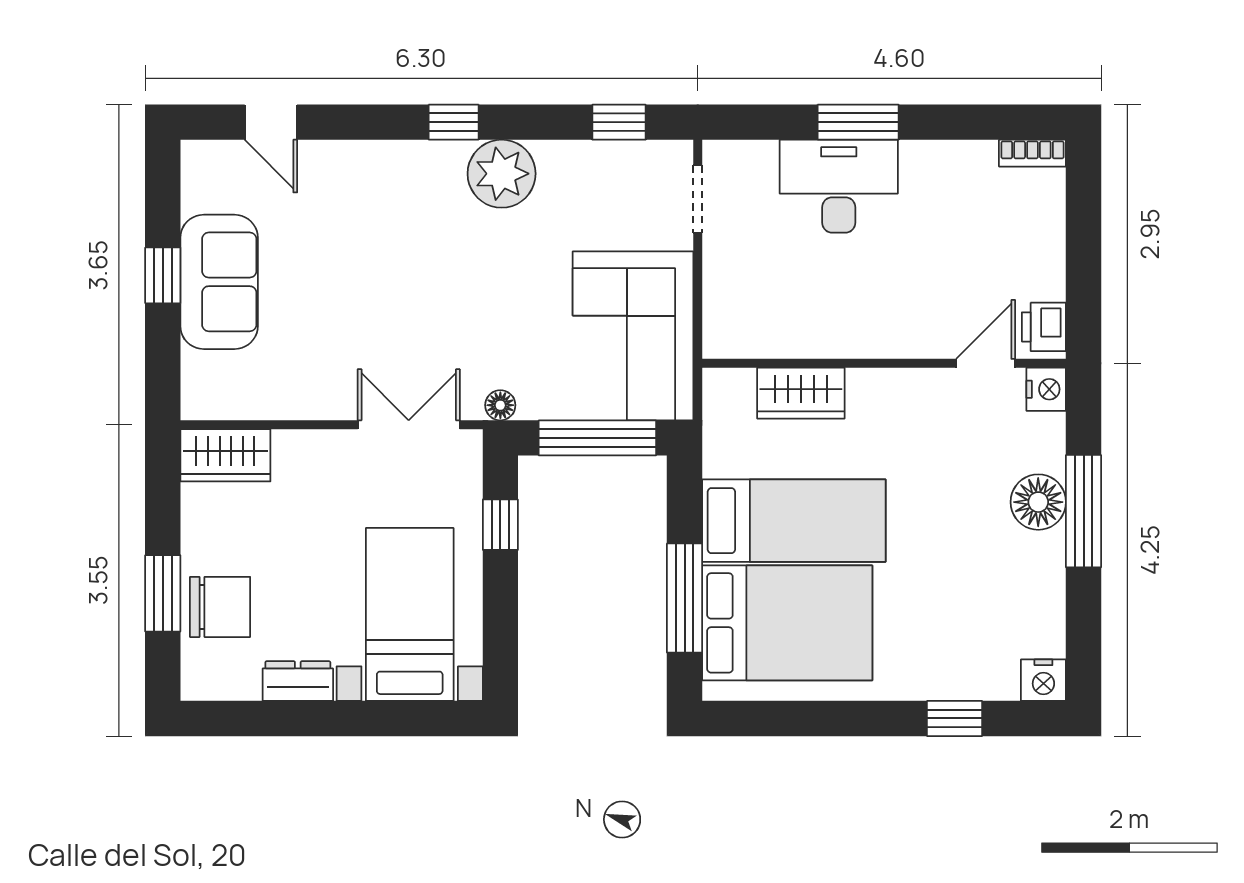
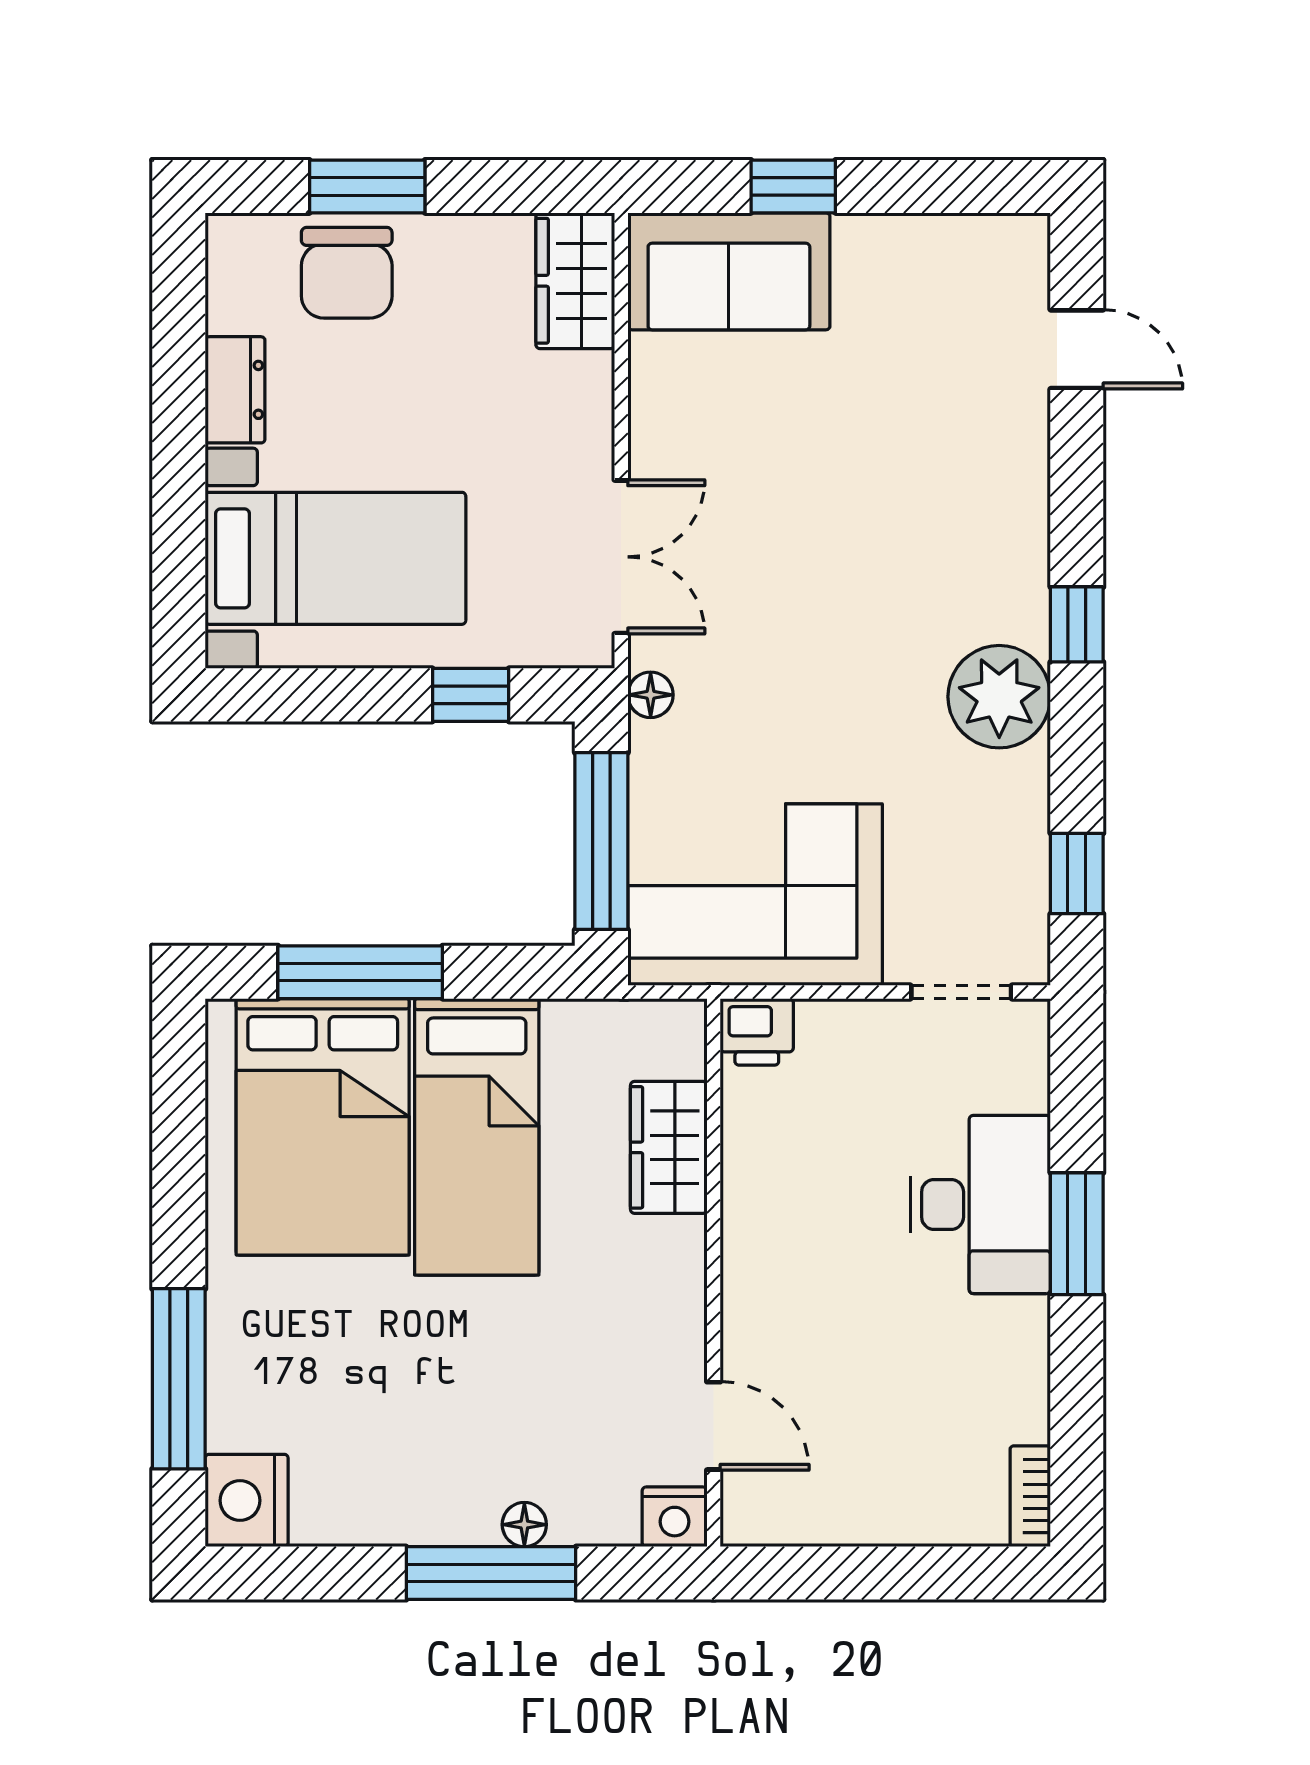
door: (271, 122) -> (1077, 349), swing flipped
window: (163, 275) -> (793, 186), moved
sofa: (219, 282) -> (729, 271), moved
printer: (1044, 327) -> (757, 1032), moved, turned 180
floor lamp: (1038, 502) -> (524, 1525), width x0.53, depth x0.53
nightstand: (1043, 680) -> (247, 1500), width x1.36, depth x1.33
window: (955, 718) -> (179, 1379), width x2.17

